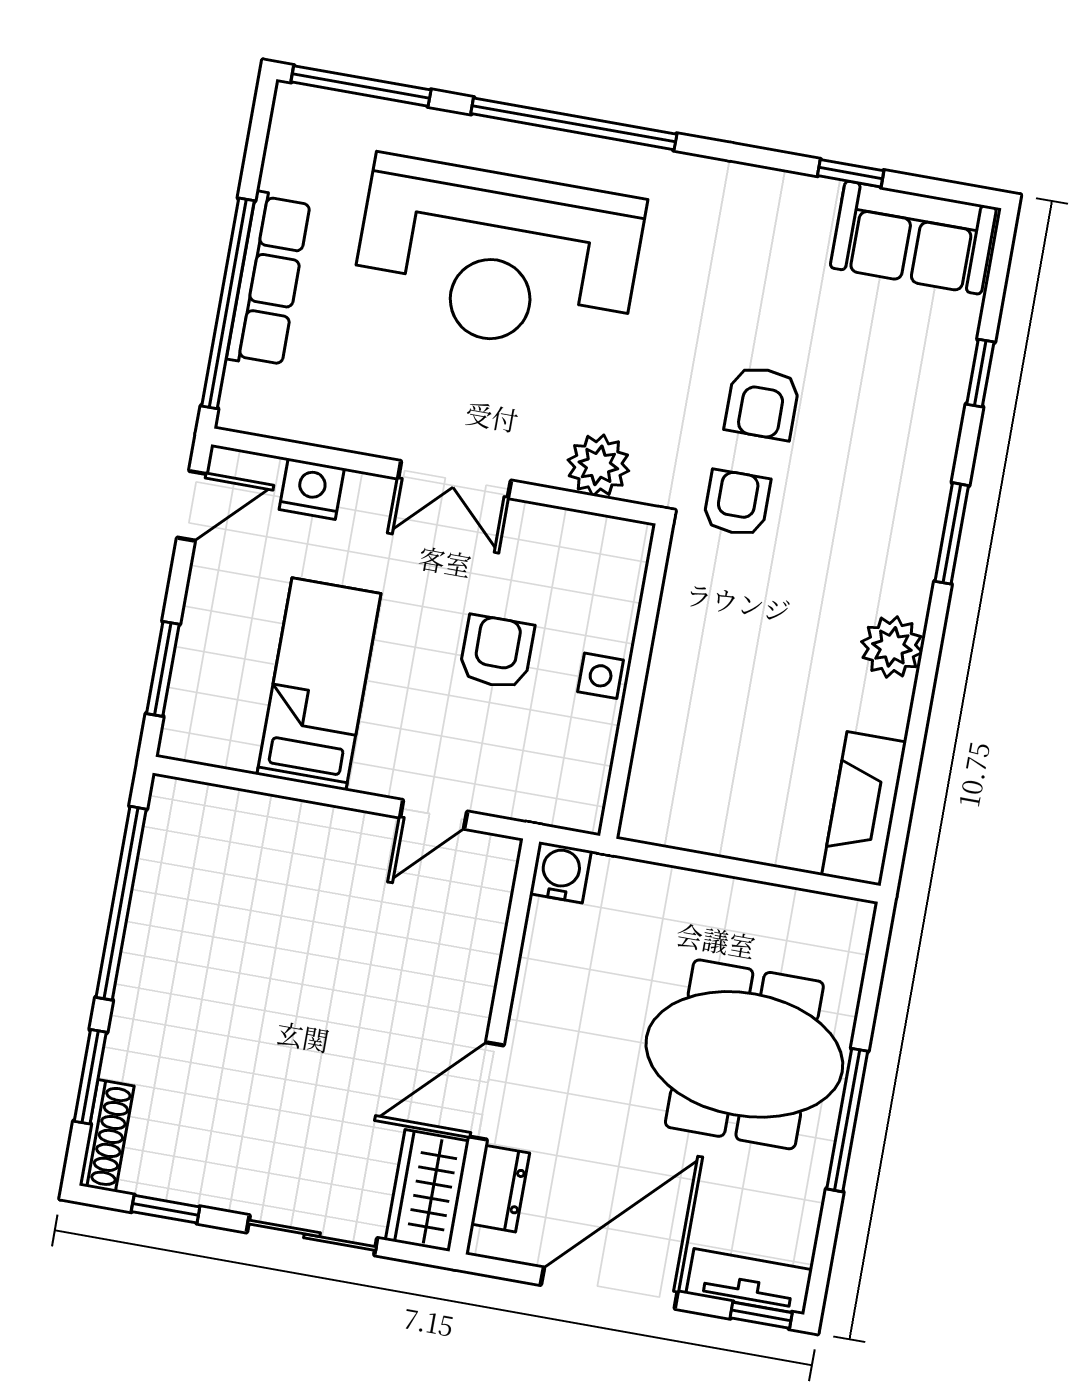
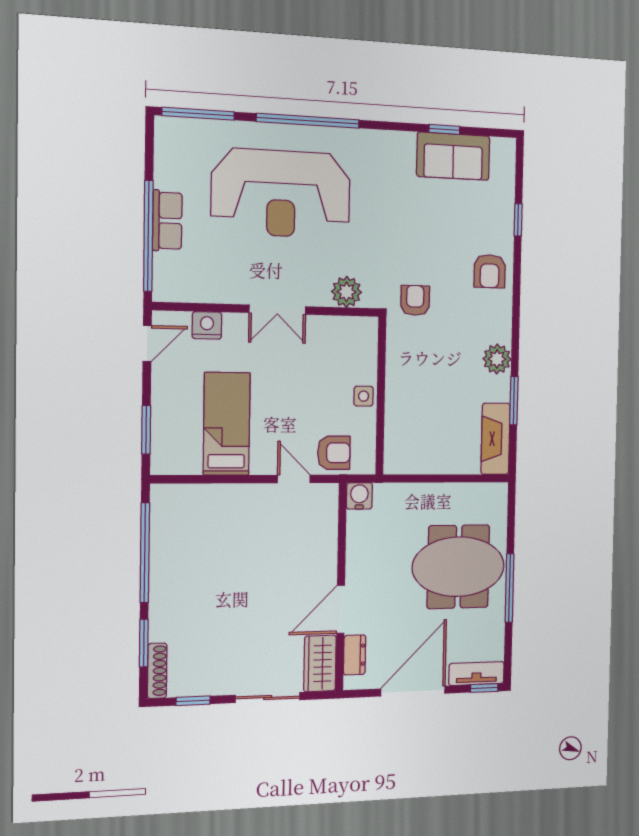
sofa: (913, 238) -> (453, 156), moved
row of seats: (269, 280) -> (167, 221), width x0.68
armchair: (762, 403) -> (490, 271), moved
window: (952, 533) -> (514, 401), moved
armchair: (497, 652) -> (334, 453), moved, turned 90
door: (434, 814) -> (294, 479), swing flipped

